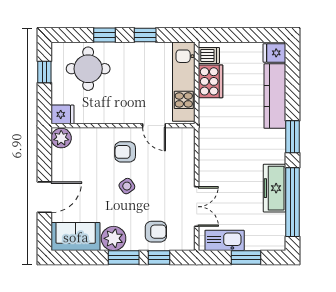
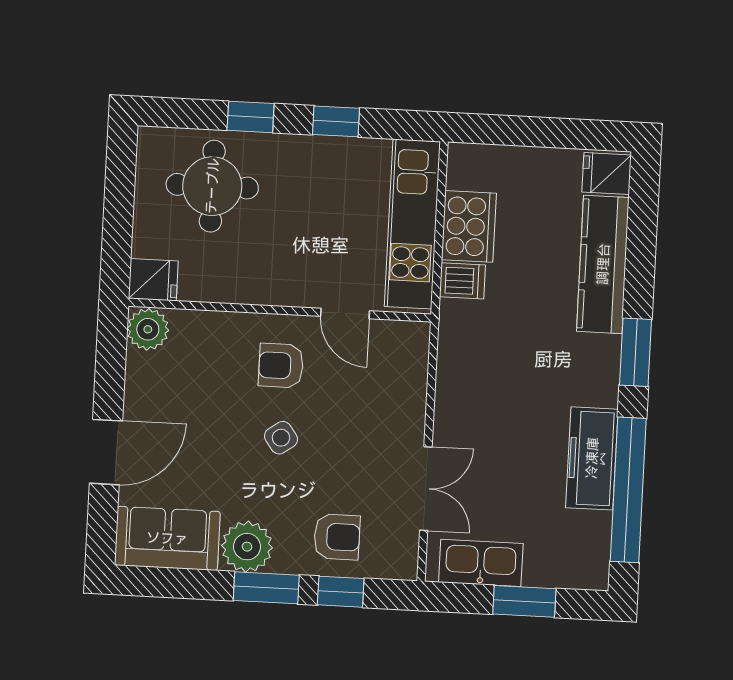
dishwasher: (209, 55) -> (462, 281), moved
window: (44, 72) -> (120, 188), removed

